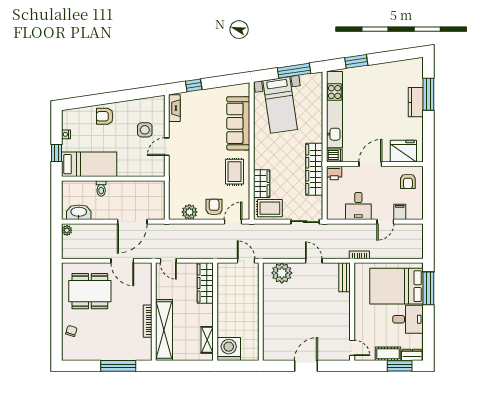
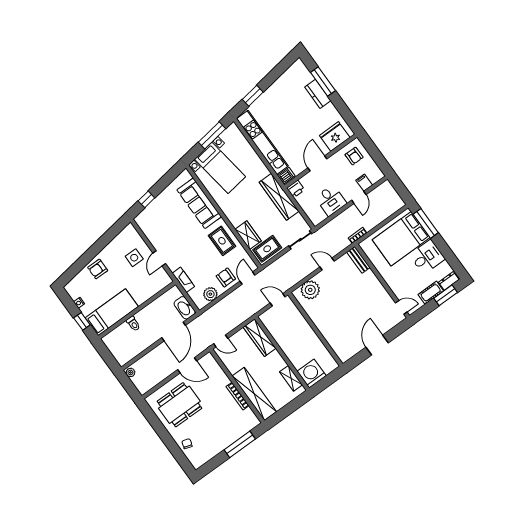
fireplace: (174, 108) -> (183, 280), moved
washbasin: (79, 212) -> (185, 308), moved, turned -90

